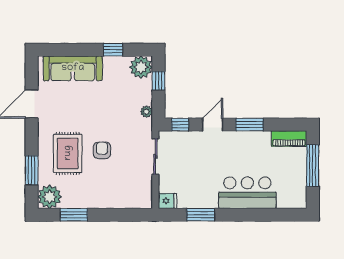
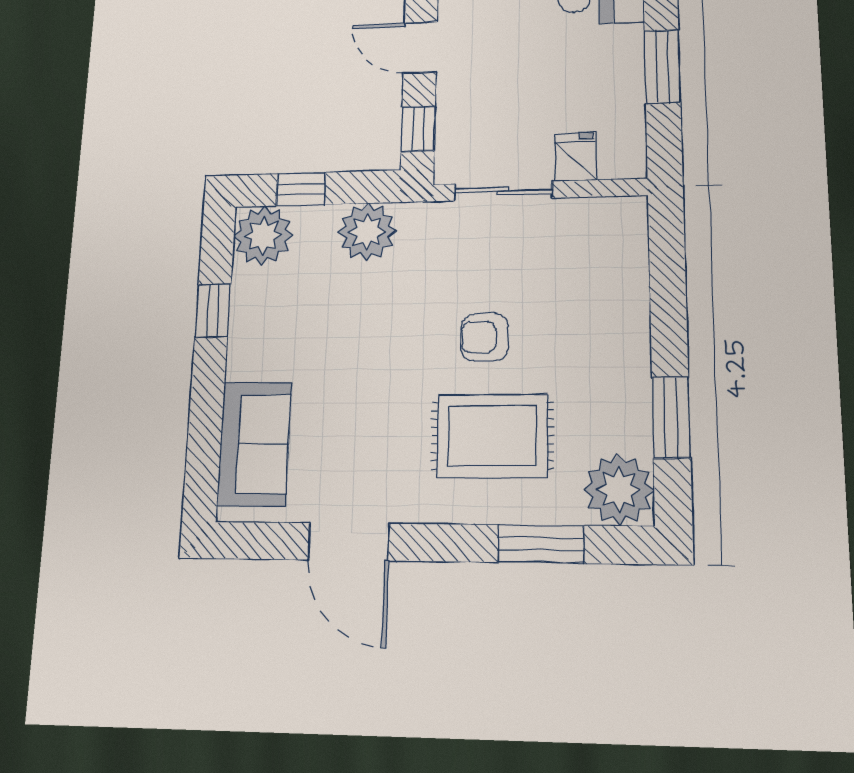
sofa: (73, 68) -> (254, 444), width x0.73
plant: (146, 112) -> (367, 232), width x1.87, depth x1.87
fridge: (167, 201) -> (575, 157), moved

